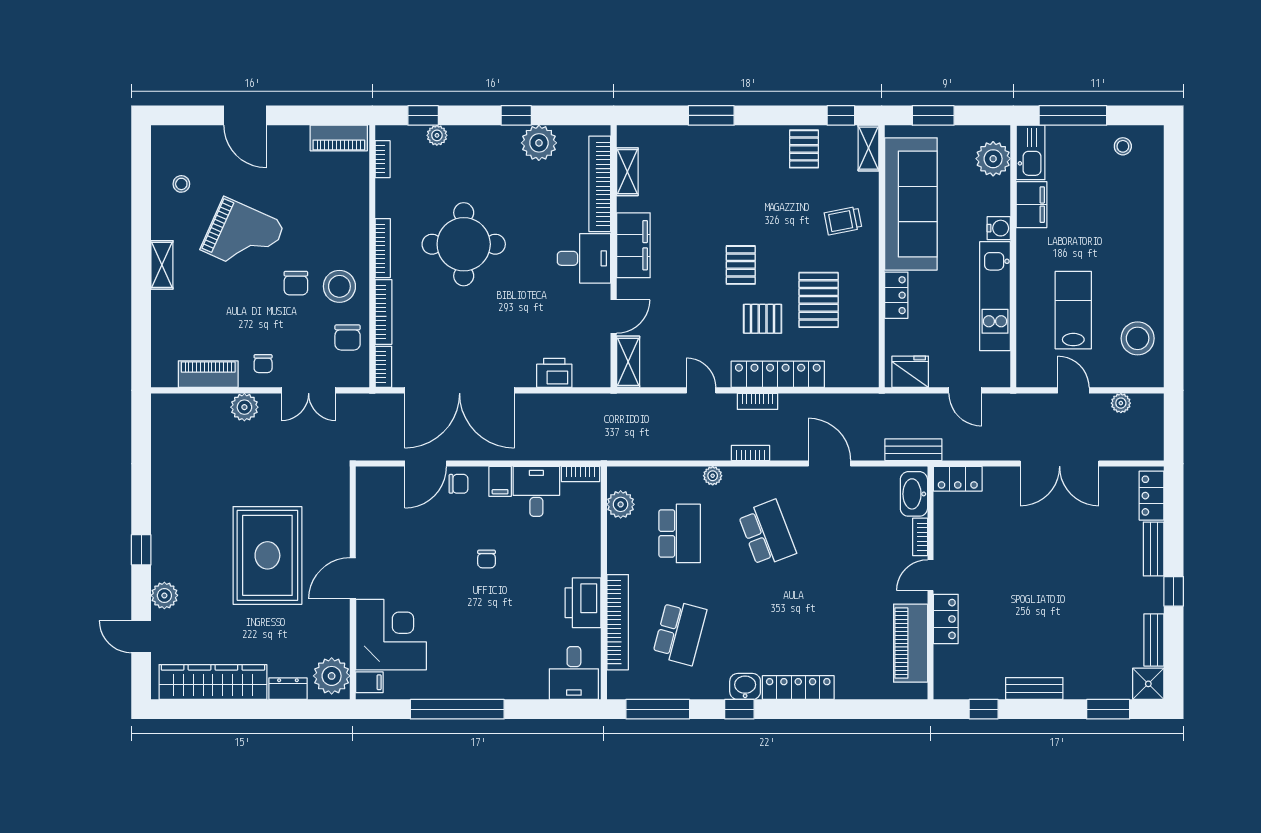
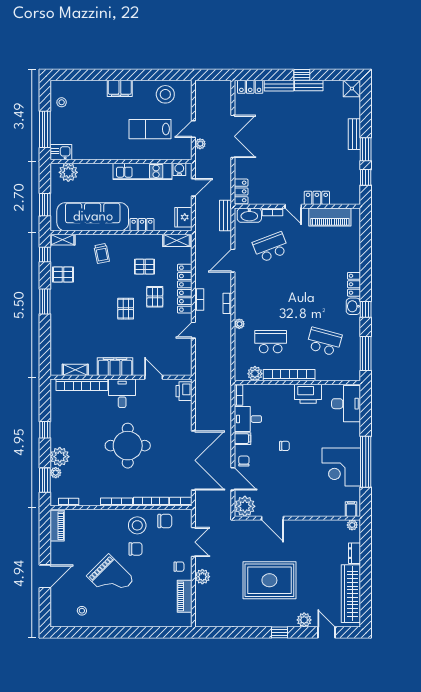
window: (423, 115) -> (45, 480), width x1.50
window: (711, 115) -> (45, 302), moved
plant: (539, 143) -> (60, 457), moved
kitchen sink: (1031, 152) -> (61, 152), width x0.73
filing cabinet: (1032, 205) -> (120, 88), moved, turned 180
water cooler: (999, 228) -> (179, 169), moved
grand piano: (243, 237) -> (110, 578), turned 111
round table: (464, 244) -> (128, 446), moved
shelving: (162, 265) -> (126, 621), removed
pallet: (741, 265) -> (126, 309), turned 90
pallet: (819, 300) -> (145, 267), width x0.67, depth x0.71
shelving: (628, 362) -> (177, 240), moved
printer: (554, 373) -> (184, 391), moved
plant: (1121, 403) -> (200, 144), moved
plant: (375, 486) -> (245, 506), added
school desk: (767, 533) -> (271, 247), moved
rug: (267, 555) -> (269, 580), moved
door: (353, 578) -> (272, 518), moved
bookcase: (618, 622) -> (289, 375), moved
corner desk: (391, 635) -> (341, 467), moved, turned -90
door: (141, 637) -> (326, 632), swing flipped
bench: (1154, 640) -> (309, 85), moved
desk: (574, 673) -> (346, 404), width x1.37
plant: (332, 676) -> (352, 525), width x0.53, depth x0.53
locker: (798, 688) -> (354, 284), width x0.66
bench: (1034, 689) -> (354, 134), moved
window: (1108, 709) -> (366, 149), moved

